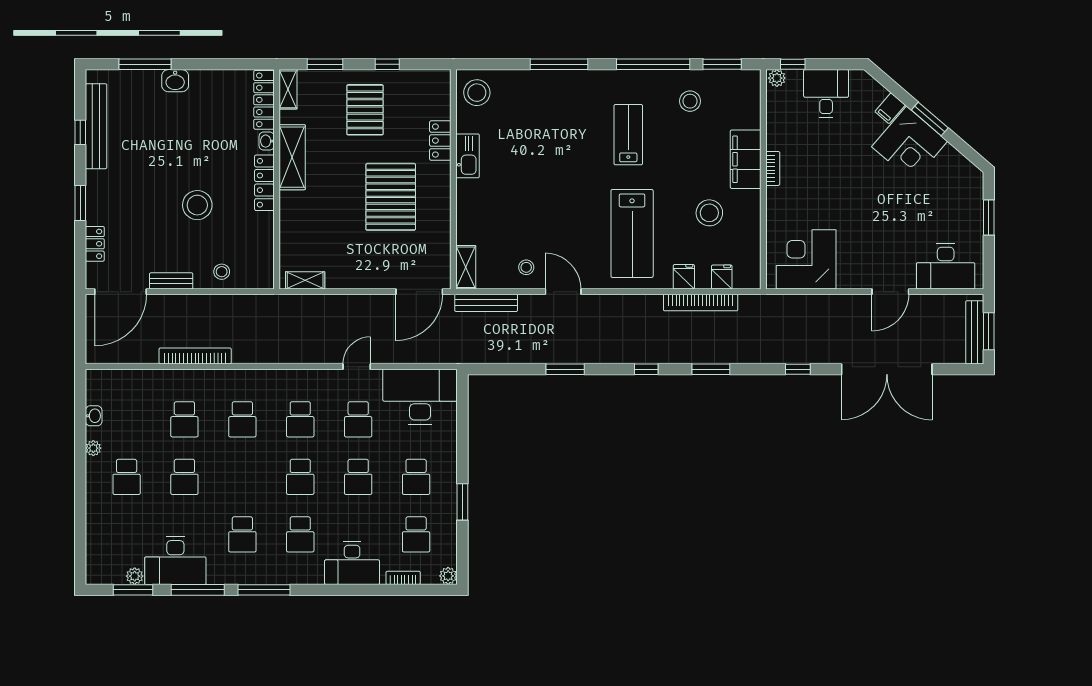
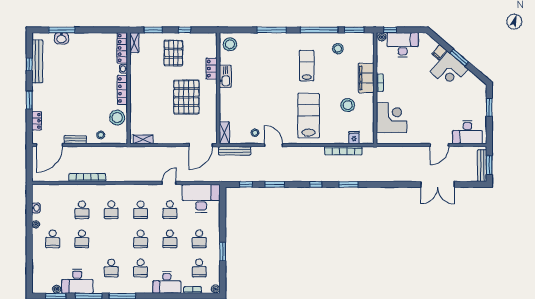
washbasin: (175, 81) -> (62, 38), moved
desk: (826, 93) -> (403, 45), width x1.37
shelving: (292, 157) -> (136, 77), removed
stool: (197, 205) -> (117, 118), moved
lab bench: (632, 233) -> (309, 116), turned 180
corner desk: (806, 259) -> (391, 118), moved, turned 90
fridge: (684, 277) -> (335, 138), removed
window: (798, 369) -> (246, 184), moved
double door: (887, 369) -> (438, 184), width x0.73

